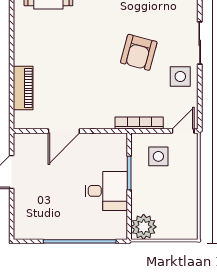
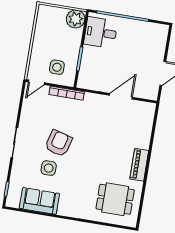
side table: (180, 76) -> (49, 168), moved
piano: (23, 88) -> (139, 165), moved
desk: (106, 191) -> (101, 33), moved

